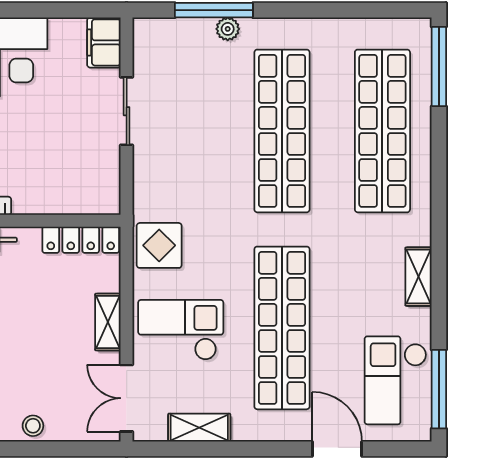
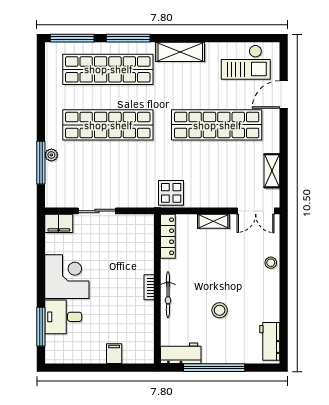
shelving: (418, 277) -> (180, 52), width x1.50, depth x1.33
checkout: (181, 330) -> (218, 181), removed
window: (439, 389) -> (128, 38), moved

